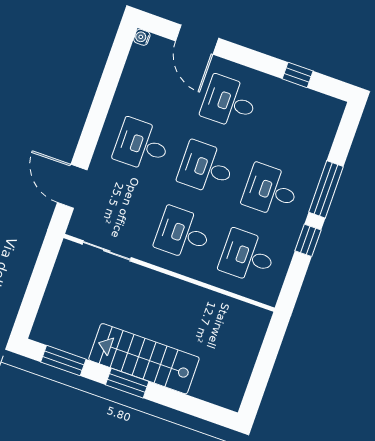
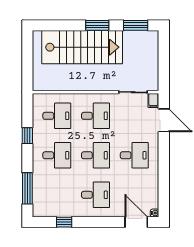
door: (197, 40) -> (136, 222), moved
window: (326, 189) -> (27, 188), moved
filing cabinet: (78, 225) -> (153, 101), added
stairs: (144, 359) -> (82, 47), width x1.36, depth x1.51

